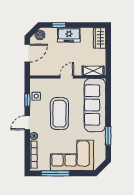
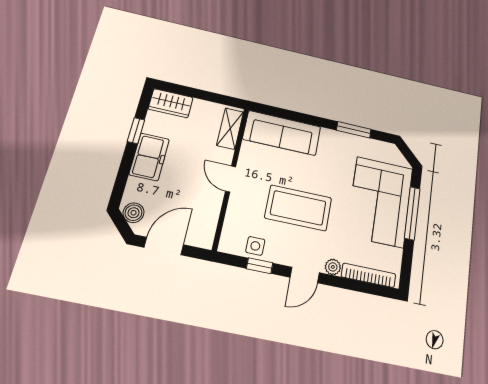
window: (59, 25) -> (136, 131), moved
door: (27, 53) -> (164, 246), hinge flipped
sofa: (95, 105) -> (282, 133), width x0.74, depth x0.79
door: (27, 123) -> (305, 275), hinge flipped
window: (55, 173) -> (412, 213), moved

